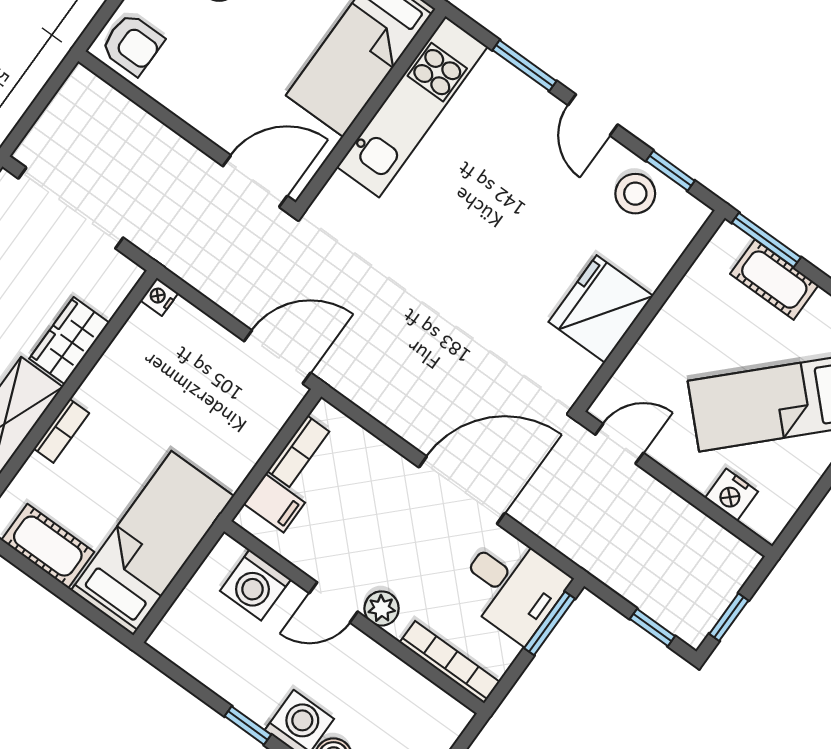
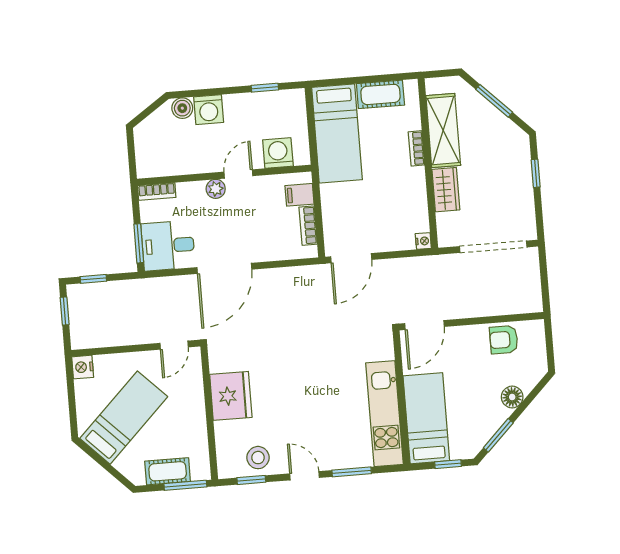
armchair: (132, 44) -> (504, 340), moved
nightstand: (732, 495) -> (83, 367), moved, turned -90
bookcase: (450, 662) -> (157, 191), width x0.64
window: (248, 725) -> (265, 88), moved

